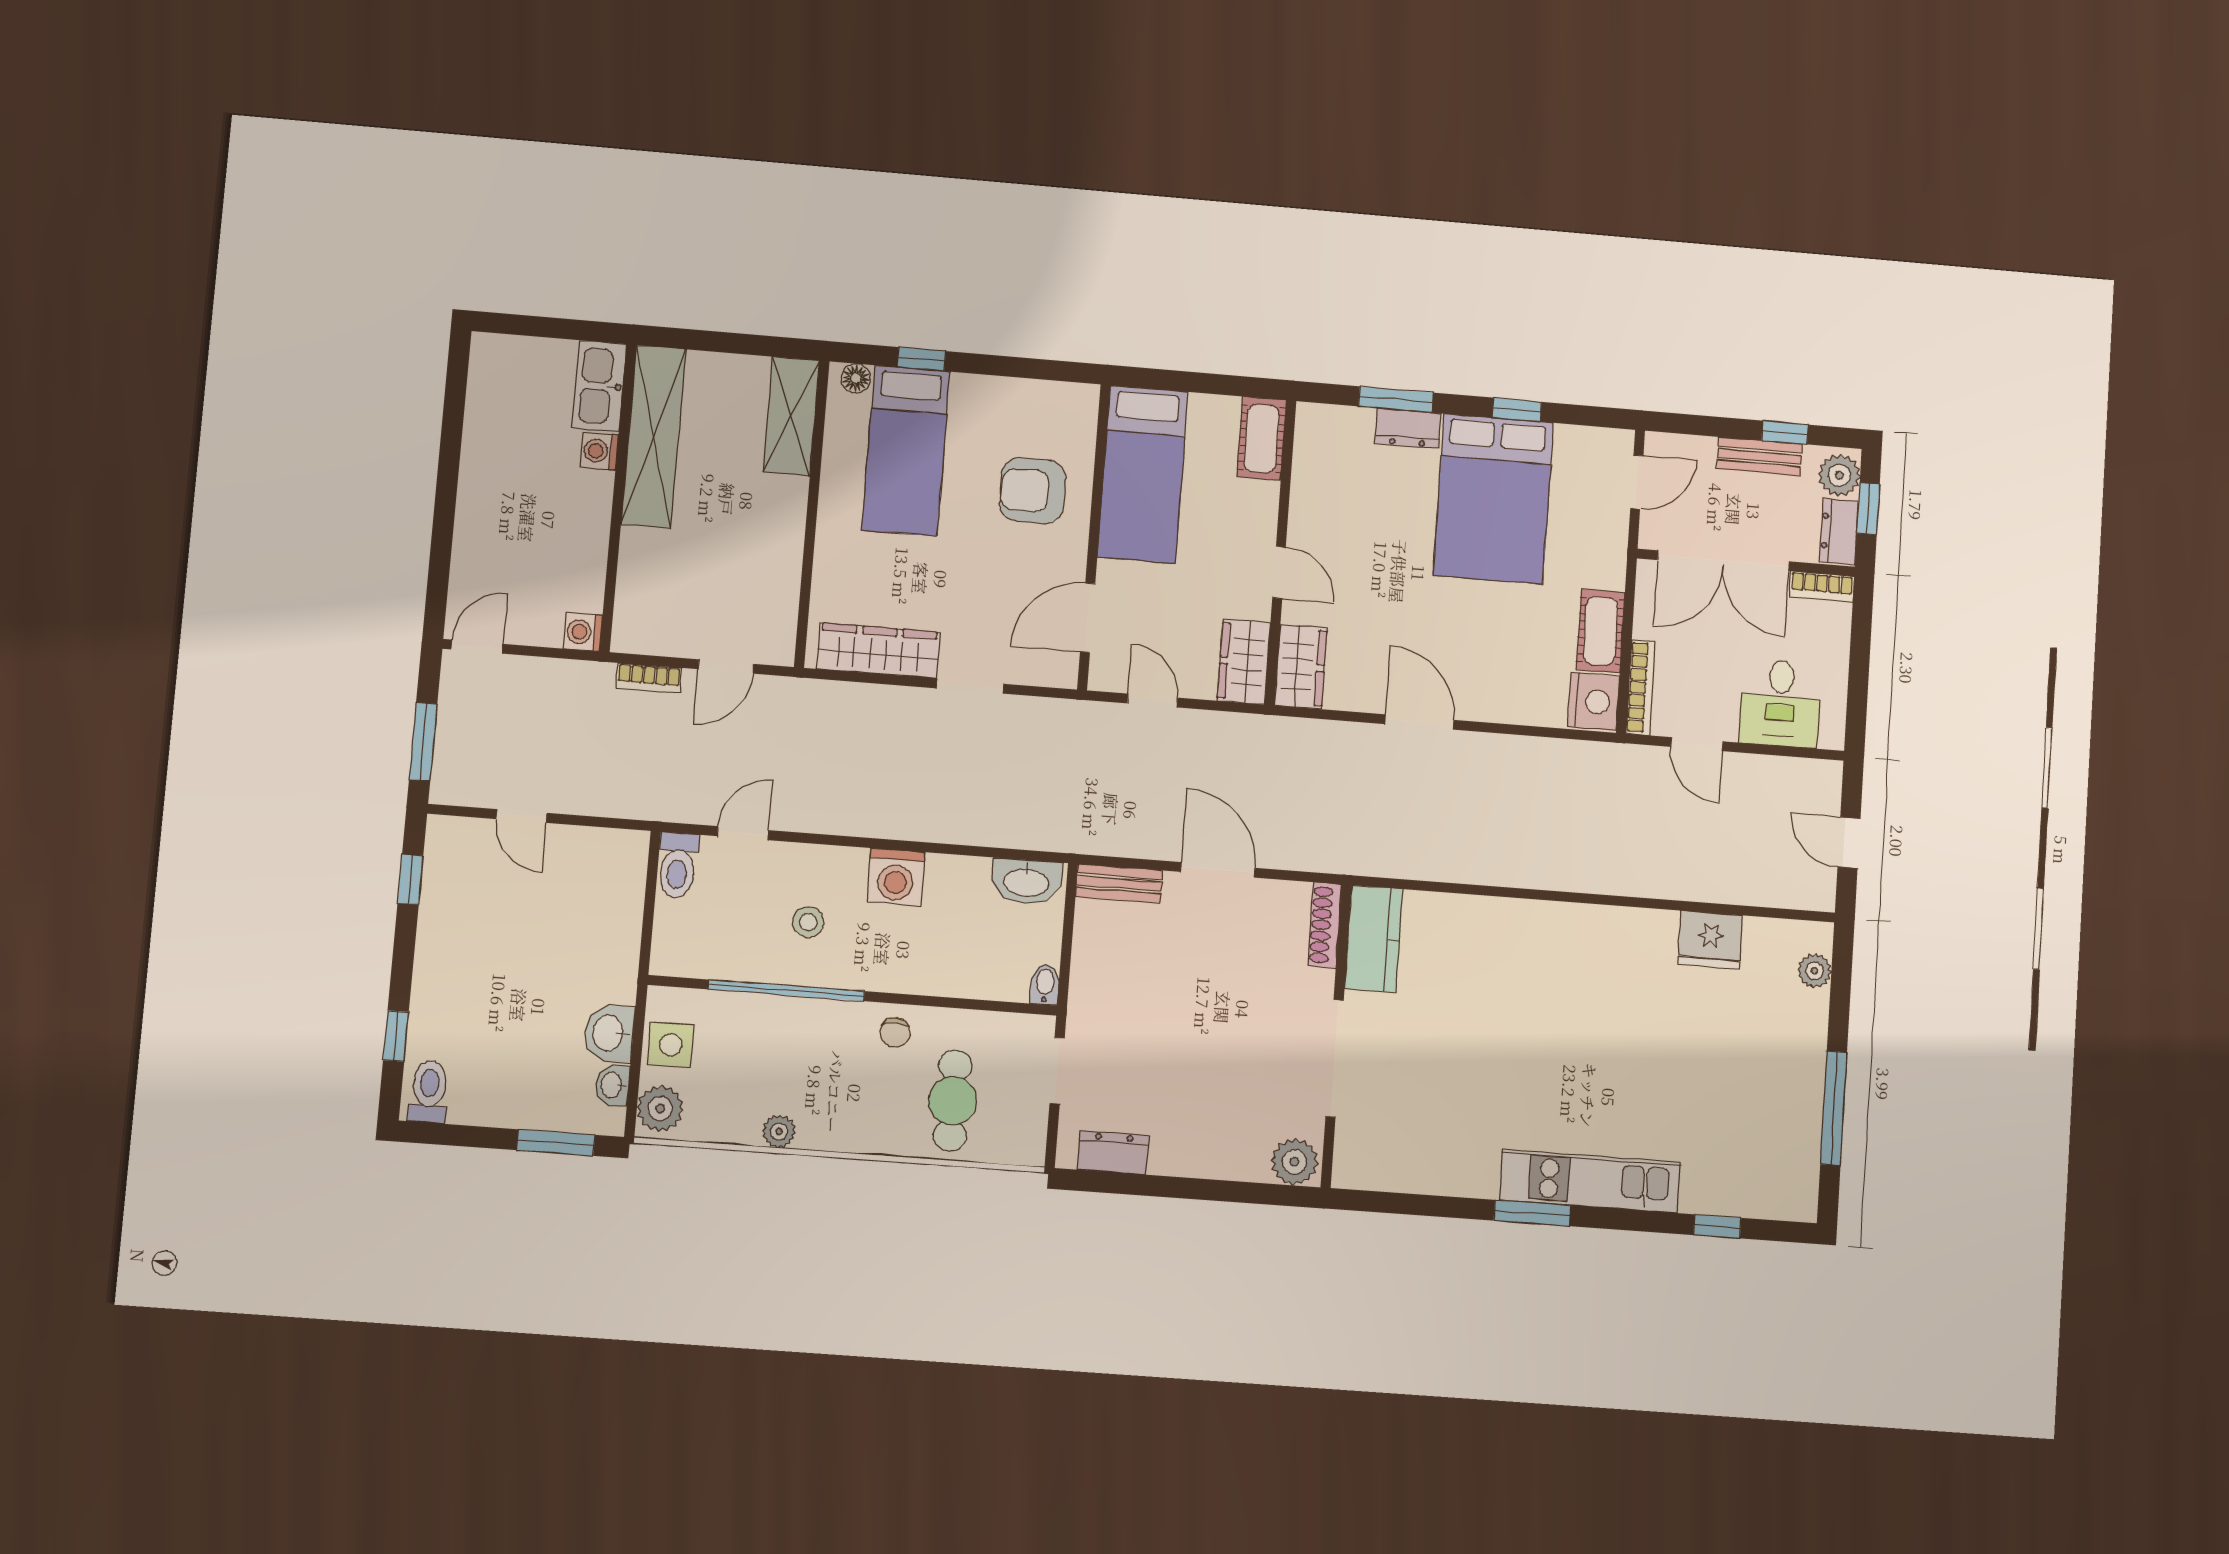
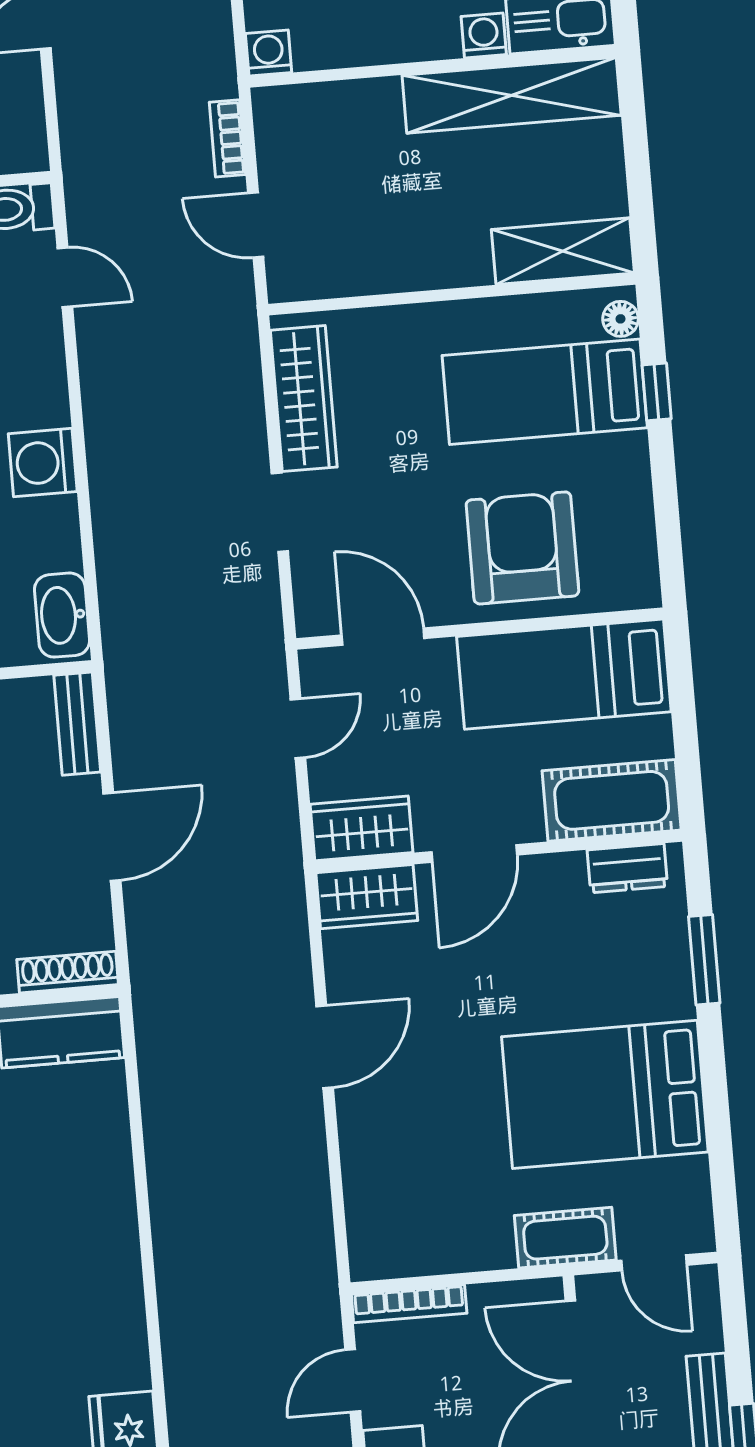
window: (1517, 410) -> (717, 1106), removed
dresser: (1408, 428) -> (627, 868), moved, turned -90
cot: (1262, 439) -> (612, 800), width x1.37, depth x1.34
armchair: (1033, 491) -> (522, 548), width x1.36, depth x1.36
door: (1279, 573) -> (474, 853), width x1.37
cot: (1601, 631) -> (565, 1238), moved
nightstand: (1594, 702) -> (383, 1250), removed

